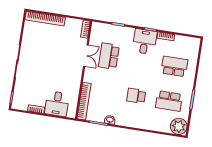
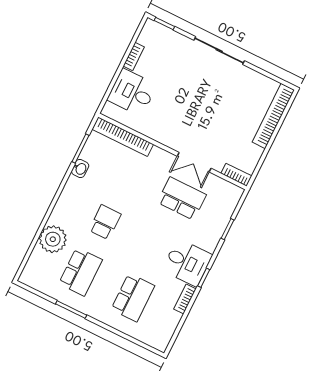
school desk: (169, 101) -> (81, 272), turned 180
plant: (179, 126) -> (53, 239), moved

